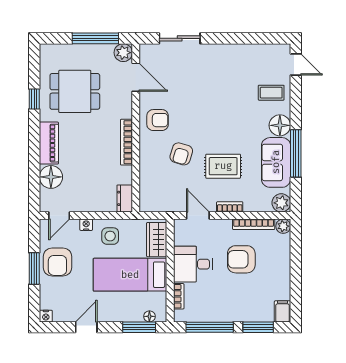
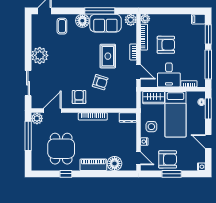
plant: (224, 57) -> (40, 55), added
door: (198, 215) -> (139, 72), swing flipped
armchair: (241, 259) -> (166, 45), turned -90

